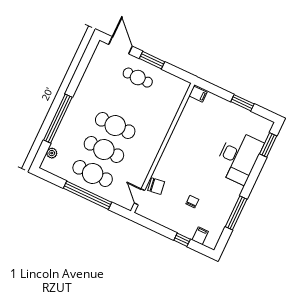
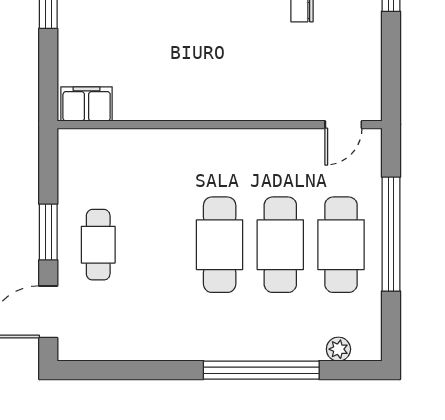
filing cabinet: (198, 94) -> (87, 104), width x2.00
chair: (156, 186) -> (305, 101), removed

